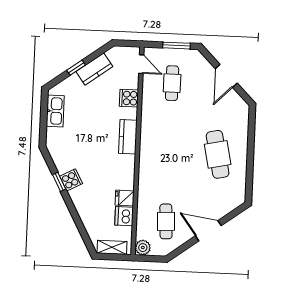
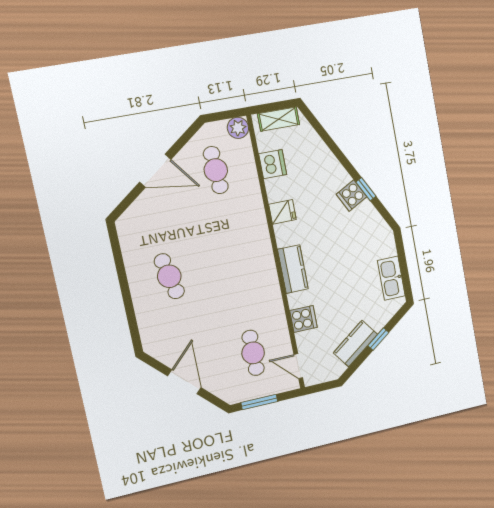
cafe table: (218, 154) -> (169, 276), width x0.73, depth x0.74
fridge: (125, 198) -> (282, 212), moved

